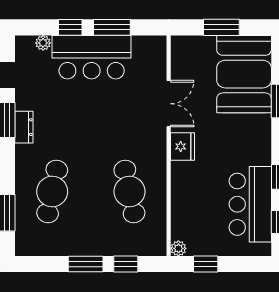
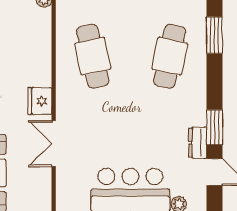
dresser: (24, 127) -> (198, 143), moved

